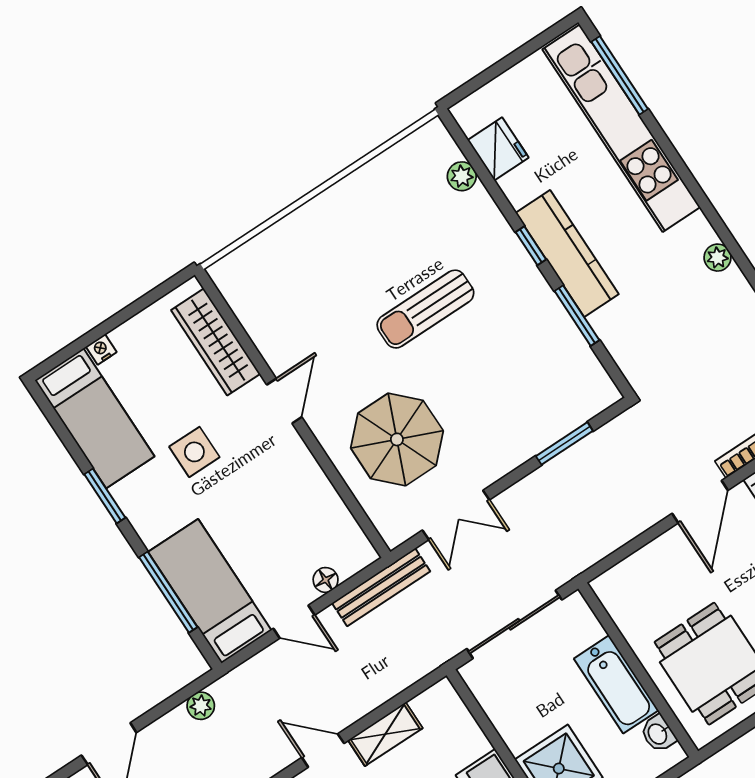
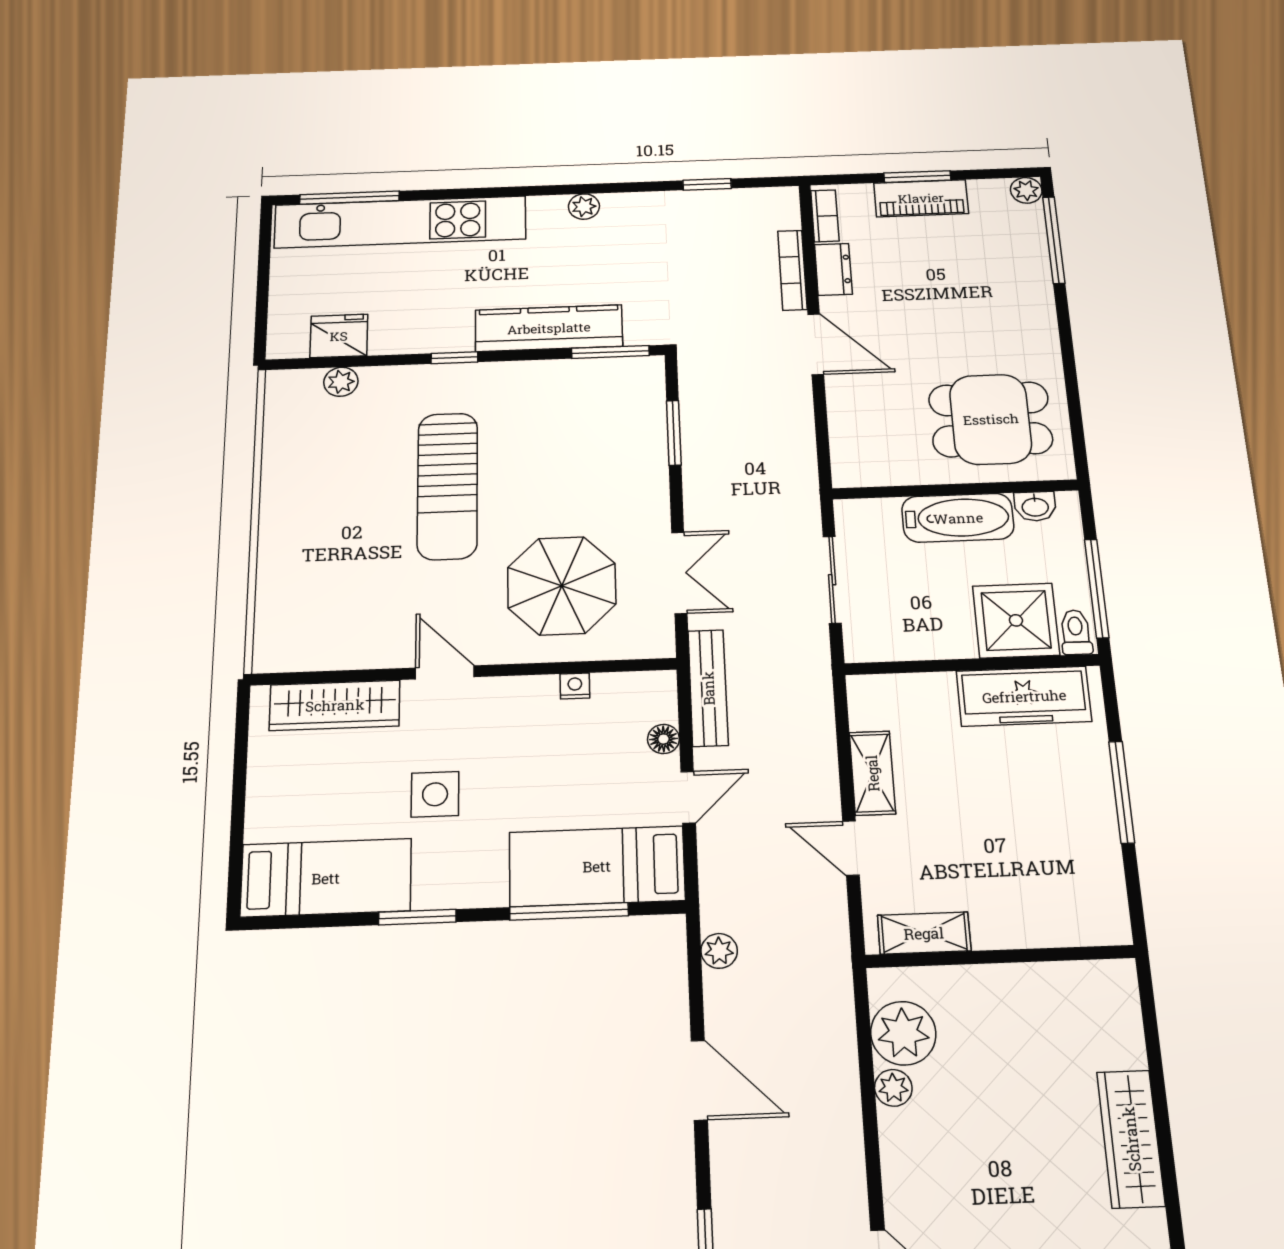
kitchen counter: (567, 253) -> (549, 328), moved
sun lounger: (425, 309) -> (447, 486), width x1.36, depth x1.34
window: (577, 316) -> (610, 352), moved
nightstand: (101, 349) -> (575, 686), moved, turned 90
sliding door: (514, 624) -> (832, 580), width x0.73
door: (323, 750) -> (851, 848), hinge flipped

